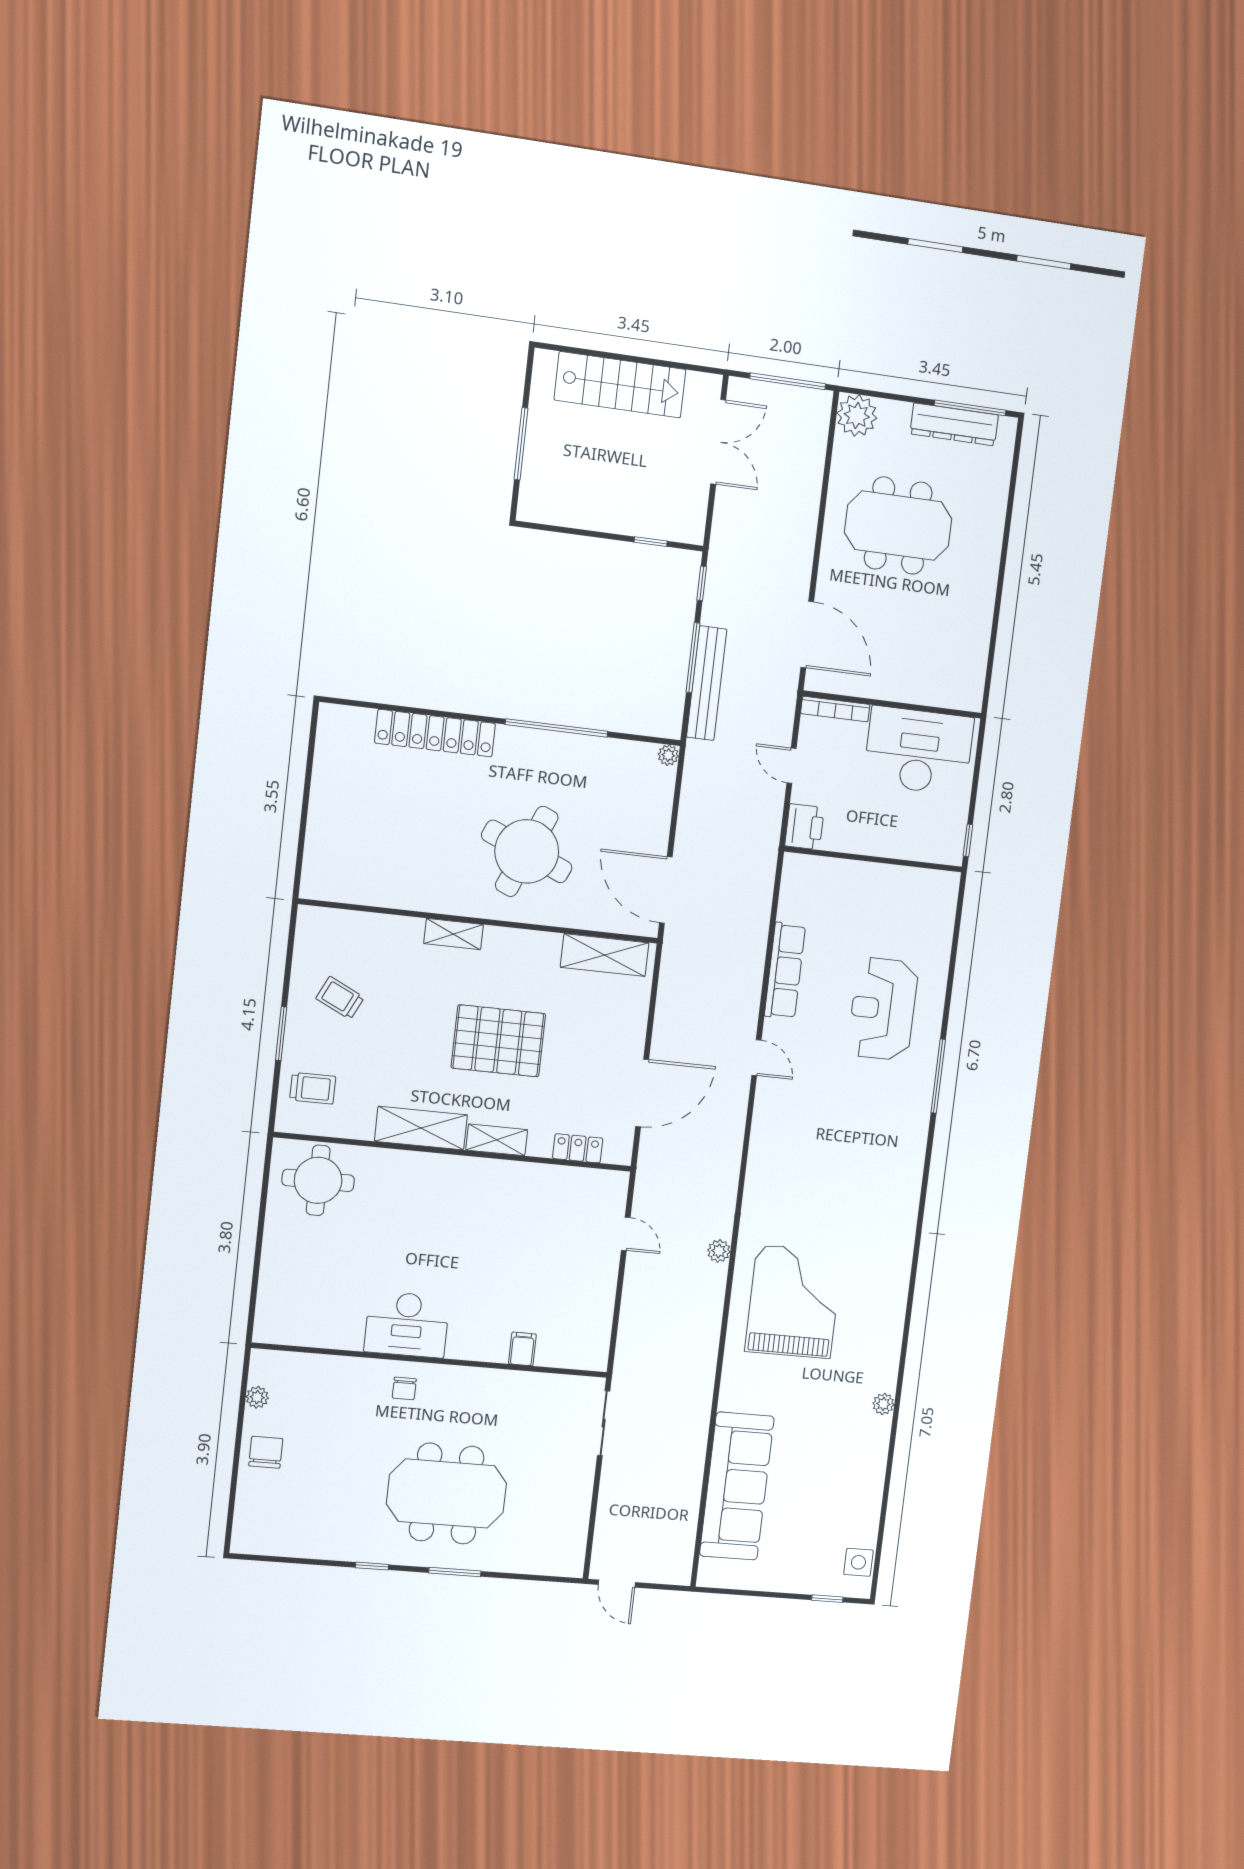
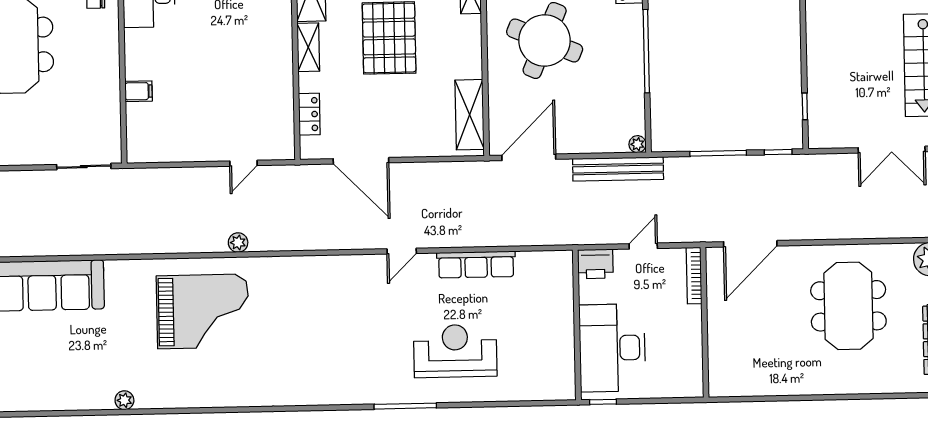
bench: (707, 683) -> (618, 169), moved
desk: (919, 751) -> (612, 348), moved, turned 180

